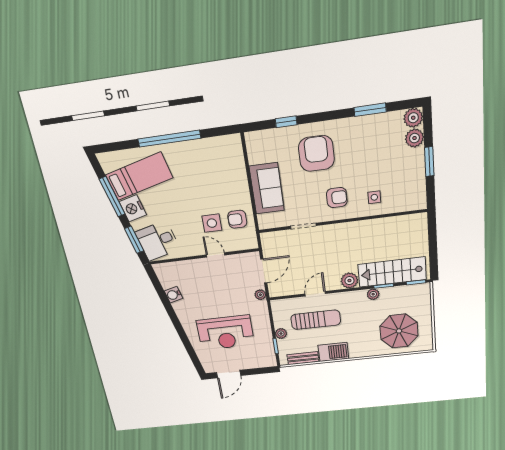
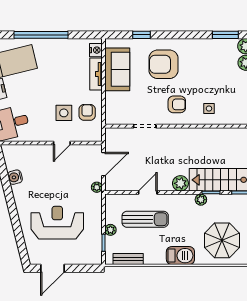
window: (370, 110) -> (225, 35), moved
nightstand: (235, 148) -> (96, 50), added
armchair: (316, 153) -> (164, 64), turned -90
tv unit: (240, 176) -> (96, 74), added
sofa: (267, 188) -> (117, 69), moved
armchair: (237, 219) -> (87, 112), turned 90
door: (216, 255) -> (62, 143), swing flipped
reception desk: (225, 333) -> (57, 223), turned 180
barbecue: (333, 352) -> (180, 256), moved

